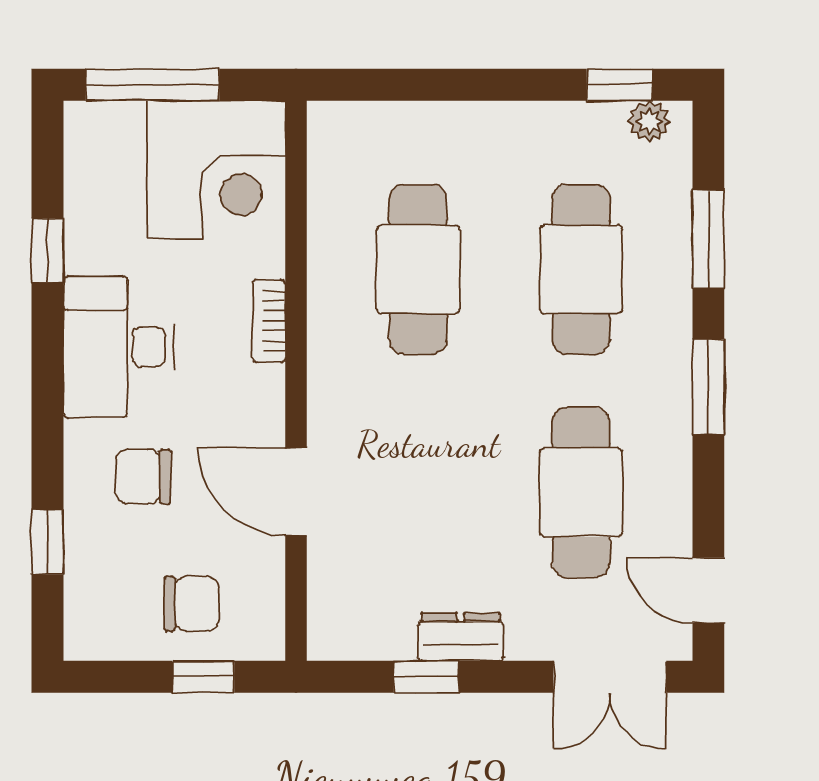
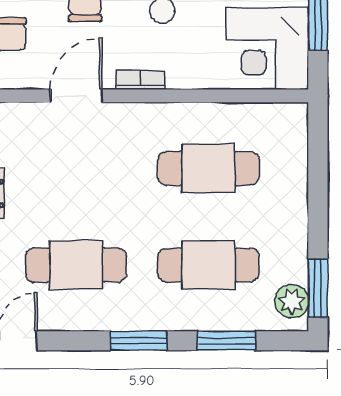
window: (619, 85) -> (318, 288), width x1.50
plant: (649, 121) -> (292, 301), width x1.38, depth x1.38
bookcase: (269, 321) -> (141, 80), moved

